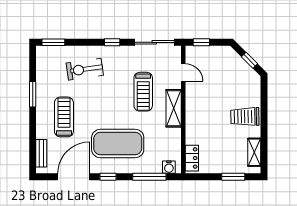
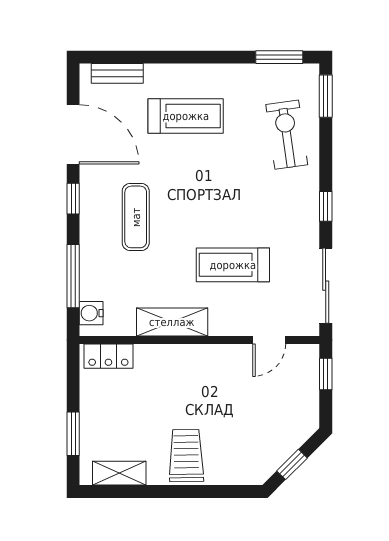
exercise bike: (85, 69) -> (287, 135), moved
window: (33, 94) -> (279, 57), moved
shelving: (174, 108) -> (172, 322), moved
exercise mat: (118, 143) -> (136, 217), width x0.50, depth x0.69

